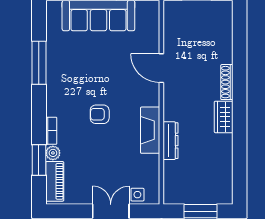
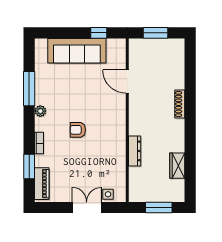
door: (161, 68) -> (127, 82), moved
wardrobe: (224, 117) -> (177, 166), moved
fireplace: (150, 130) -> (118, 143), removed
plant: (53, 153) -> (40, 111), moved

